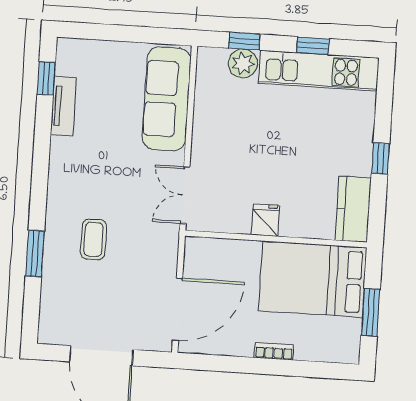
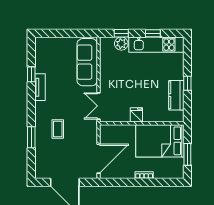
window: (46, 78) -> (31, 74), moved
tv unit: (63, 106) -> (40, 87), moved
kitchen counter: (353, 209) -> (176, 95), moved

